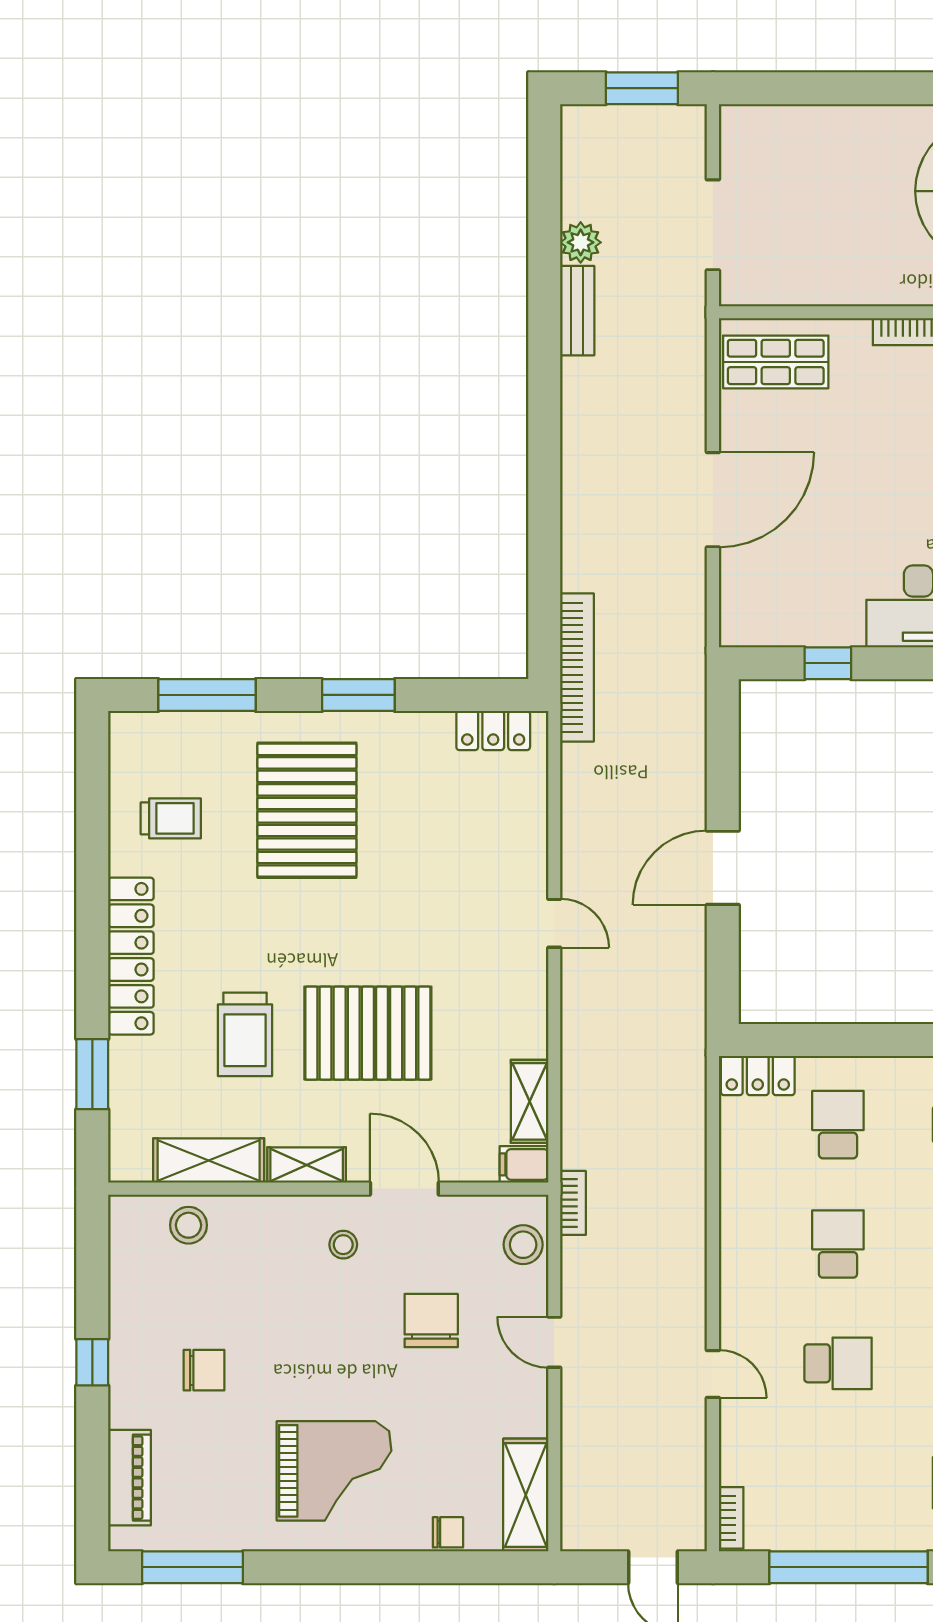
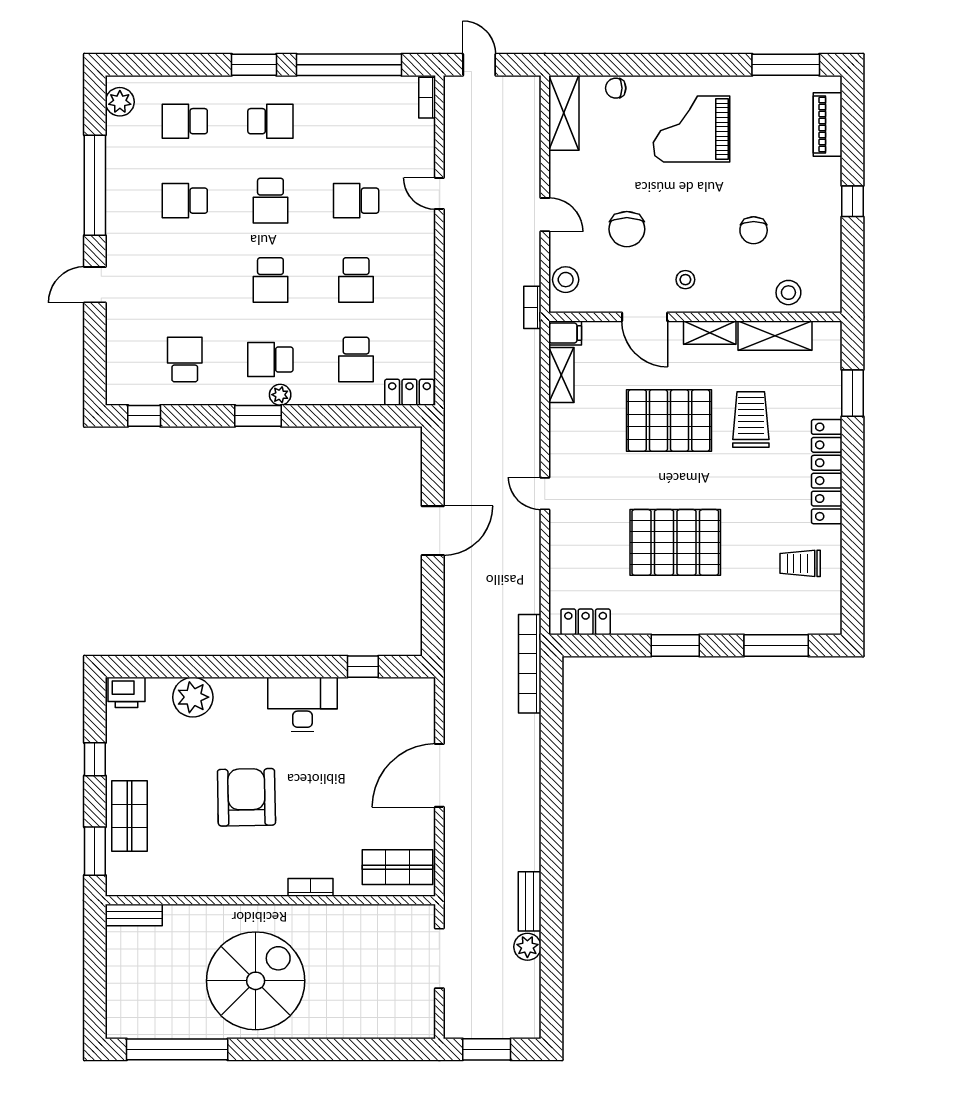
pallet: (307, 810) -> (675, 542), moved, turned 90
chair: (204, 1370) -> (754, 230), moved, turned -90

